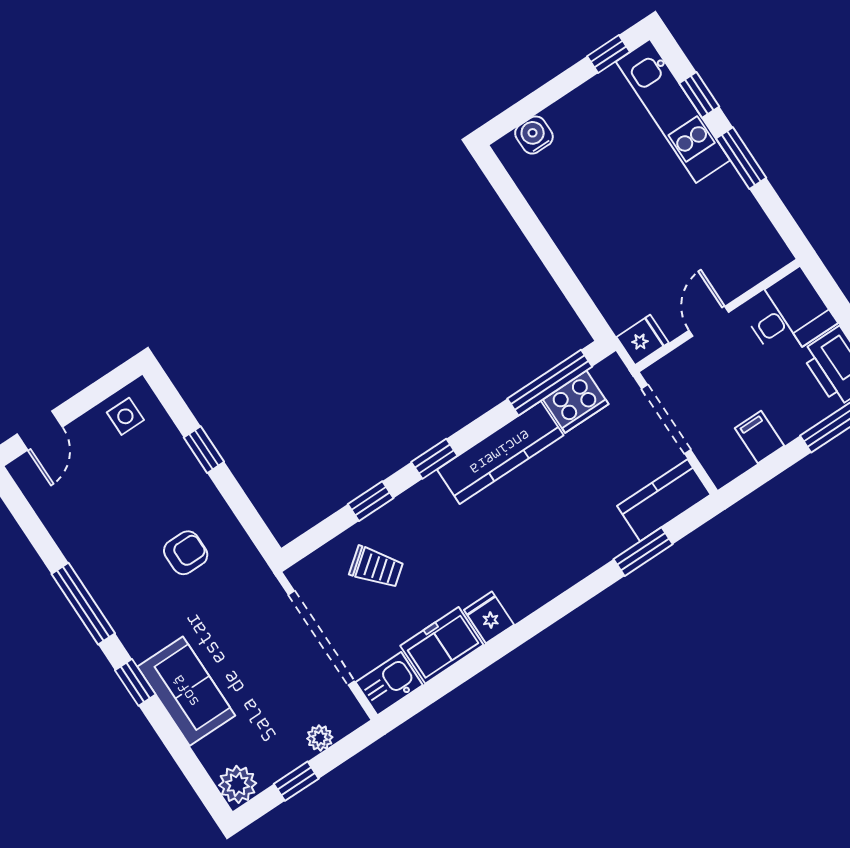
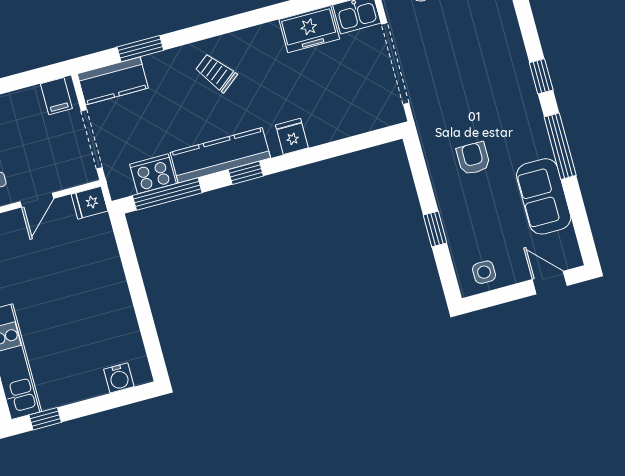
door: (40, 430) -> (550, 283), hinge flipped
filing cabinet: (759, 437) -> (56, 96), moved
window: (434, 459) -> (246, 173), moved
window: (371, 501) -> (326, 151), removed
armchair: (186, 553) -> (473, 158), turned 90
trolley: (376, 567) -> (216, 73), moved
fridge: (489, 617) -> (292, 136), moved, turned 180
sofa: (186, 691) -> (544, 196), moved

